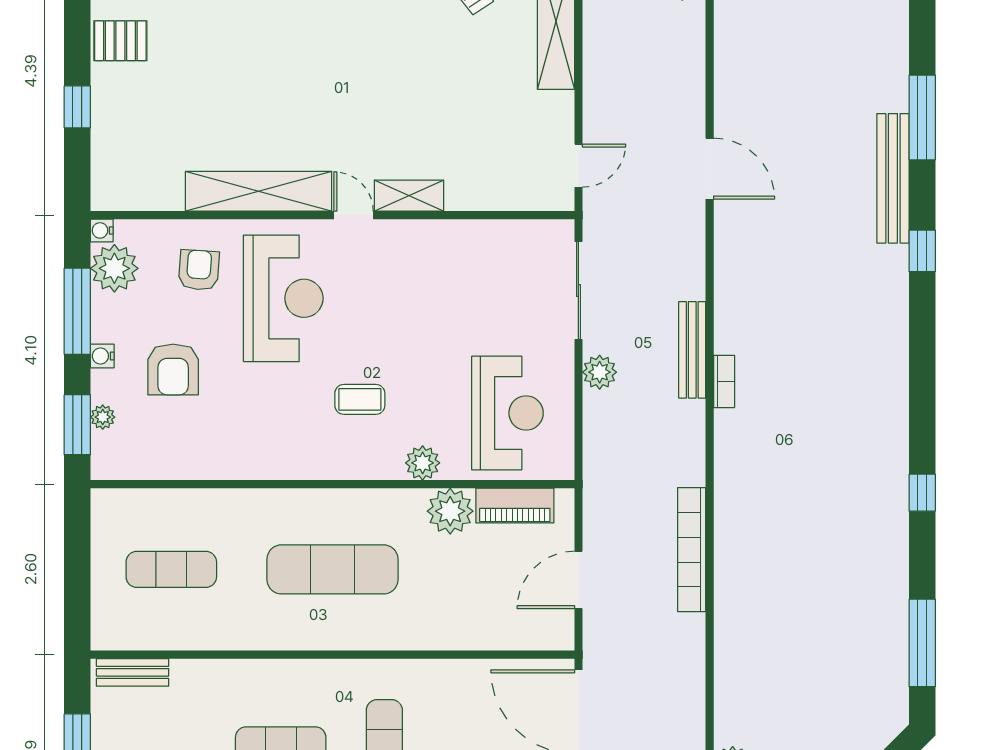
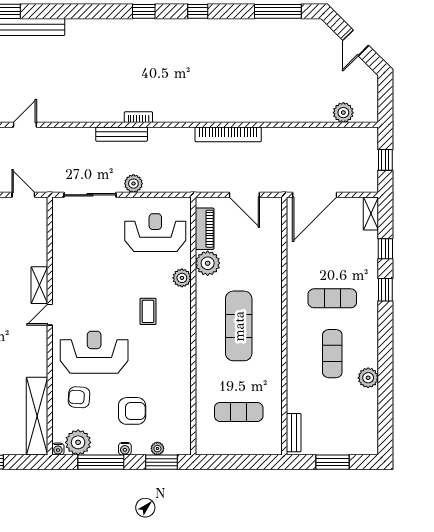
door: (710, 169) -> (25, 125), width x0.73
shelving: (259, 191) -> (37, 416), moved
window: (922, 251) -> (144, 11), moved
exercise mat: (171, 569) -> (239, 412), turned 90

